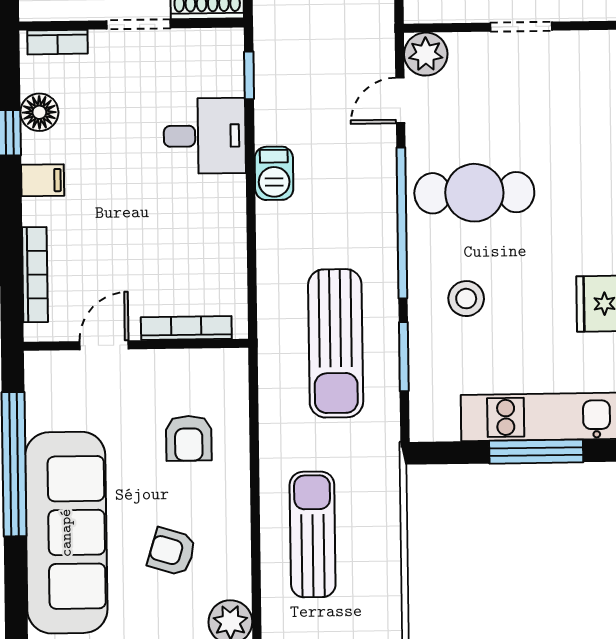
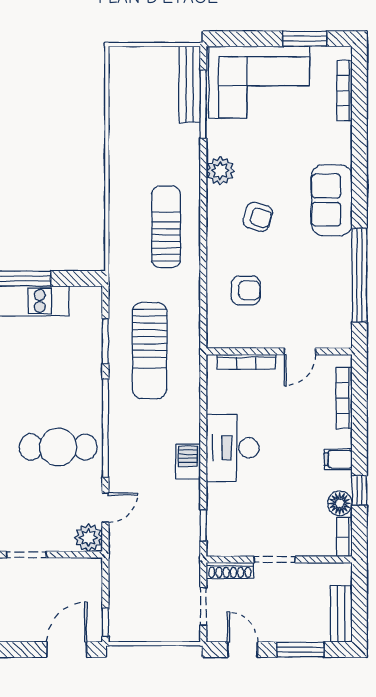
bookcase: (57, 42) -> (344, 537), moved, turned -90
desk: (205, 136) -> (233, 448), moved, width x1.37
stool: (466, 299) -> (64, 378), removed
sun lounger: (336, 343) -> (150, 351), turned 180
armchair: (189, 438) -> (246, 290), turned 90
sofa: (66, 533) -> (332, 200), width x0.54, depth x0.79
sun lounger: (313, 534) -> (166, 227), turned 180

